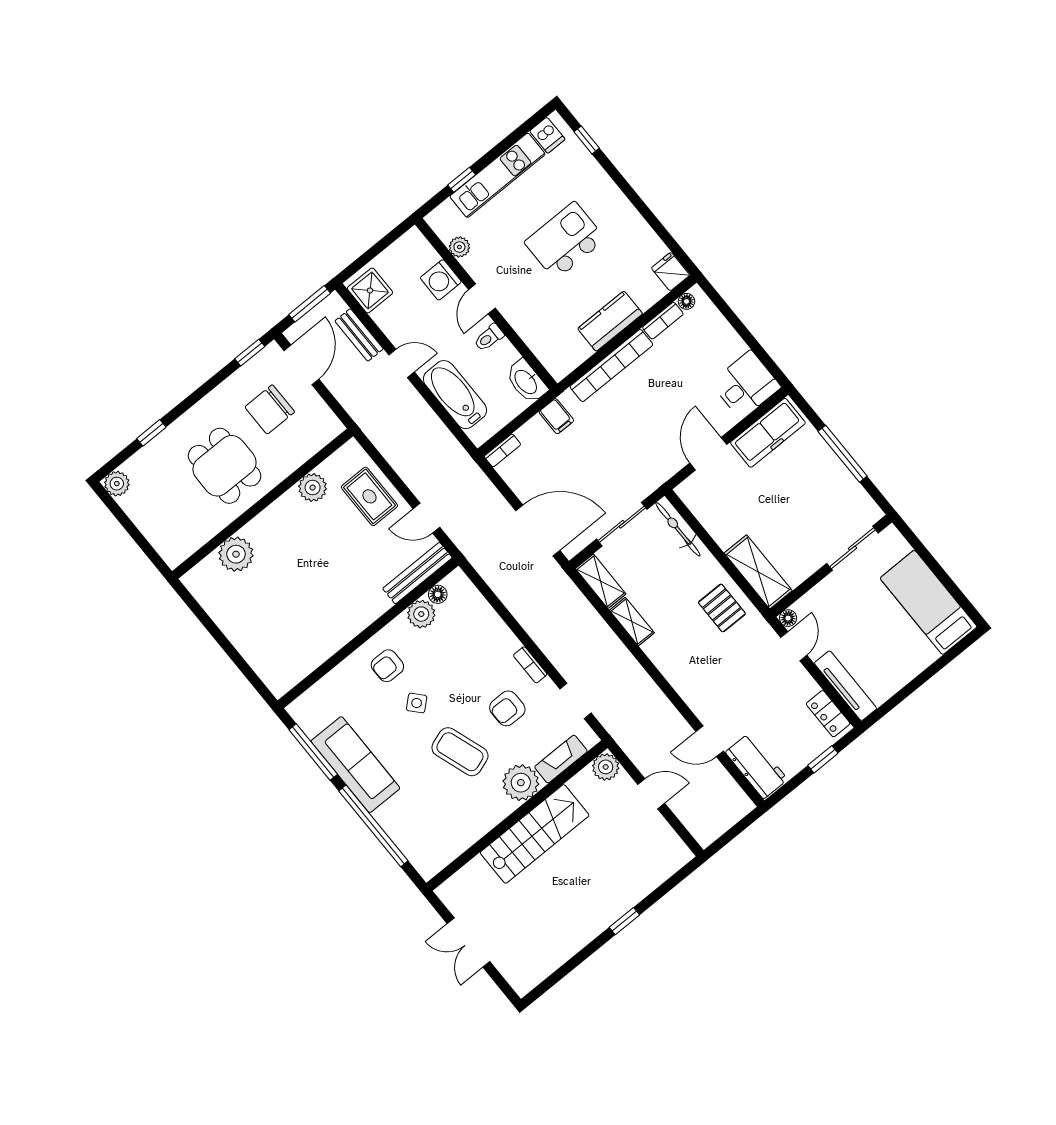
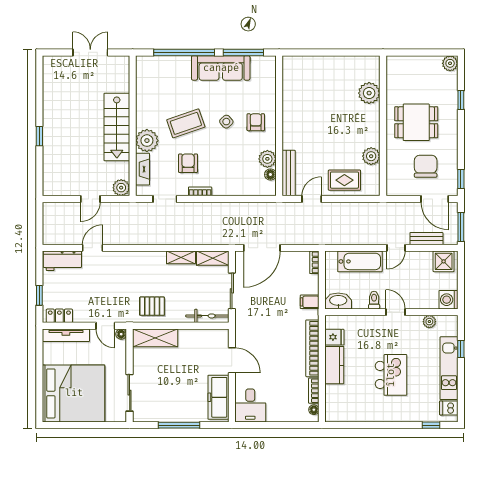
fridge: (671, 272) -> (334, 337), moved
washing machine: (441, 280) -> (449, 300), moved, turned -90
bed: (929, 602) -> (74, 393), width x2.04

